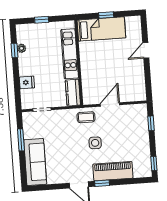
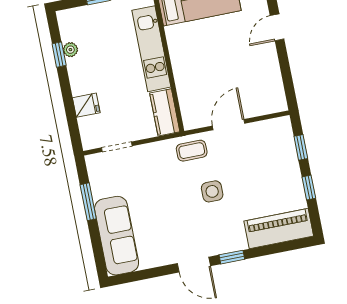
window: (154, 163) -> (309, 188), moved
piano: (113, 171) -> (279, 228), moved

